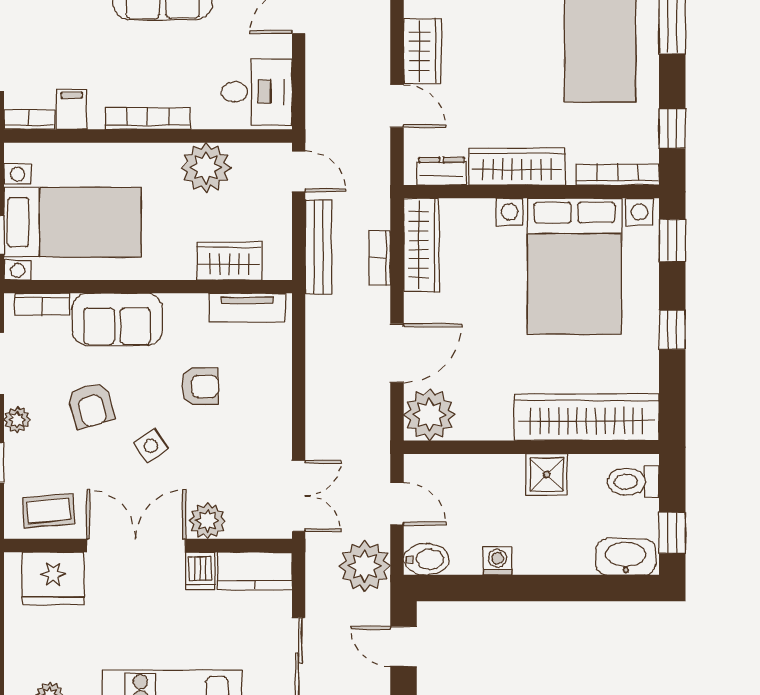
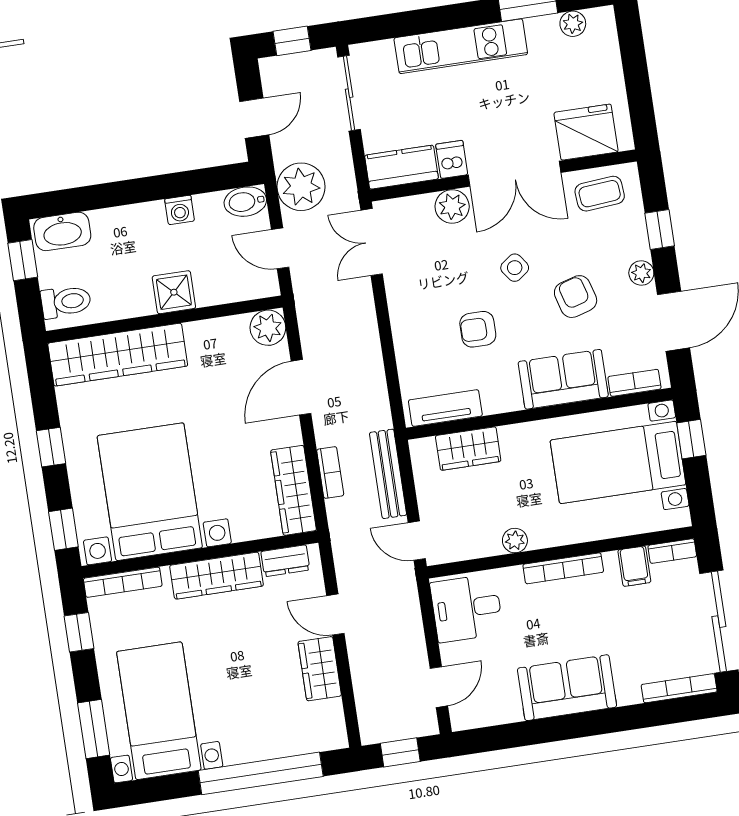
plant: (206, 167) -> (515, 541), width x0.53, depth x0.53
plant: (430, 415) -> (268, 328), width x0.73, depth x0.73
shower: (547, 474) -> (174, 292), moved
door: (404, 646) -> (254, 118), hinge flipped

